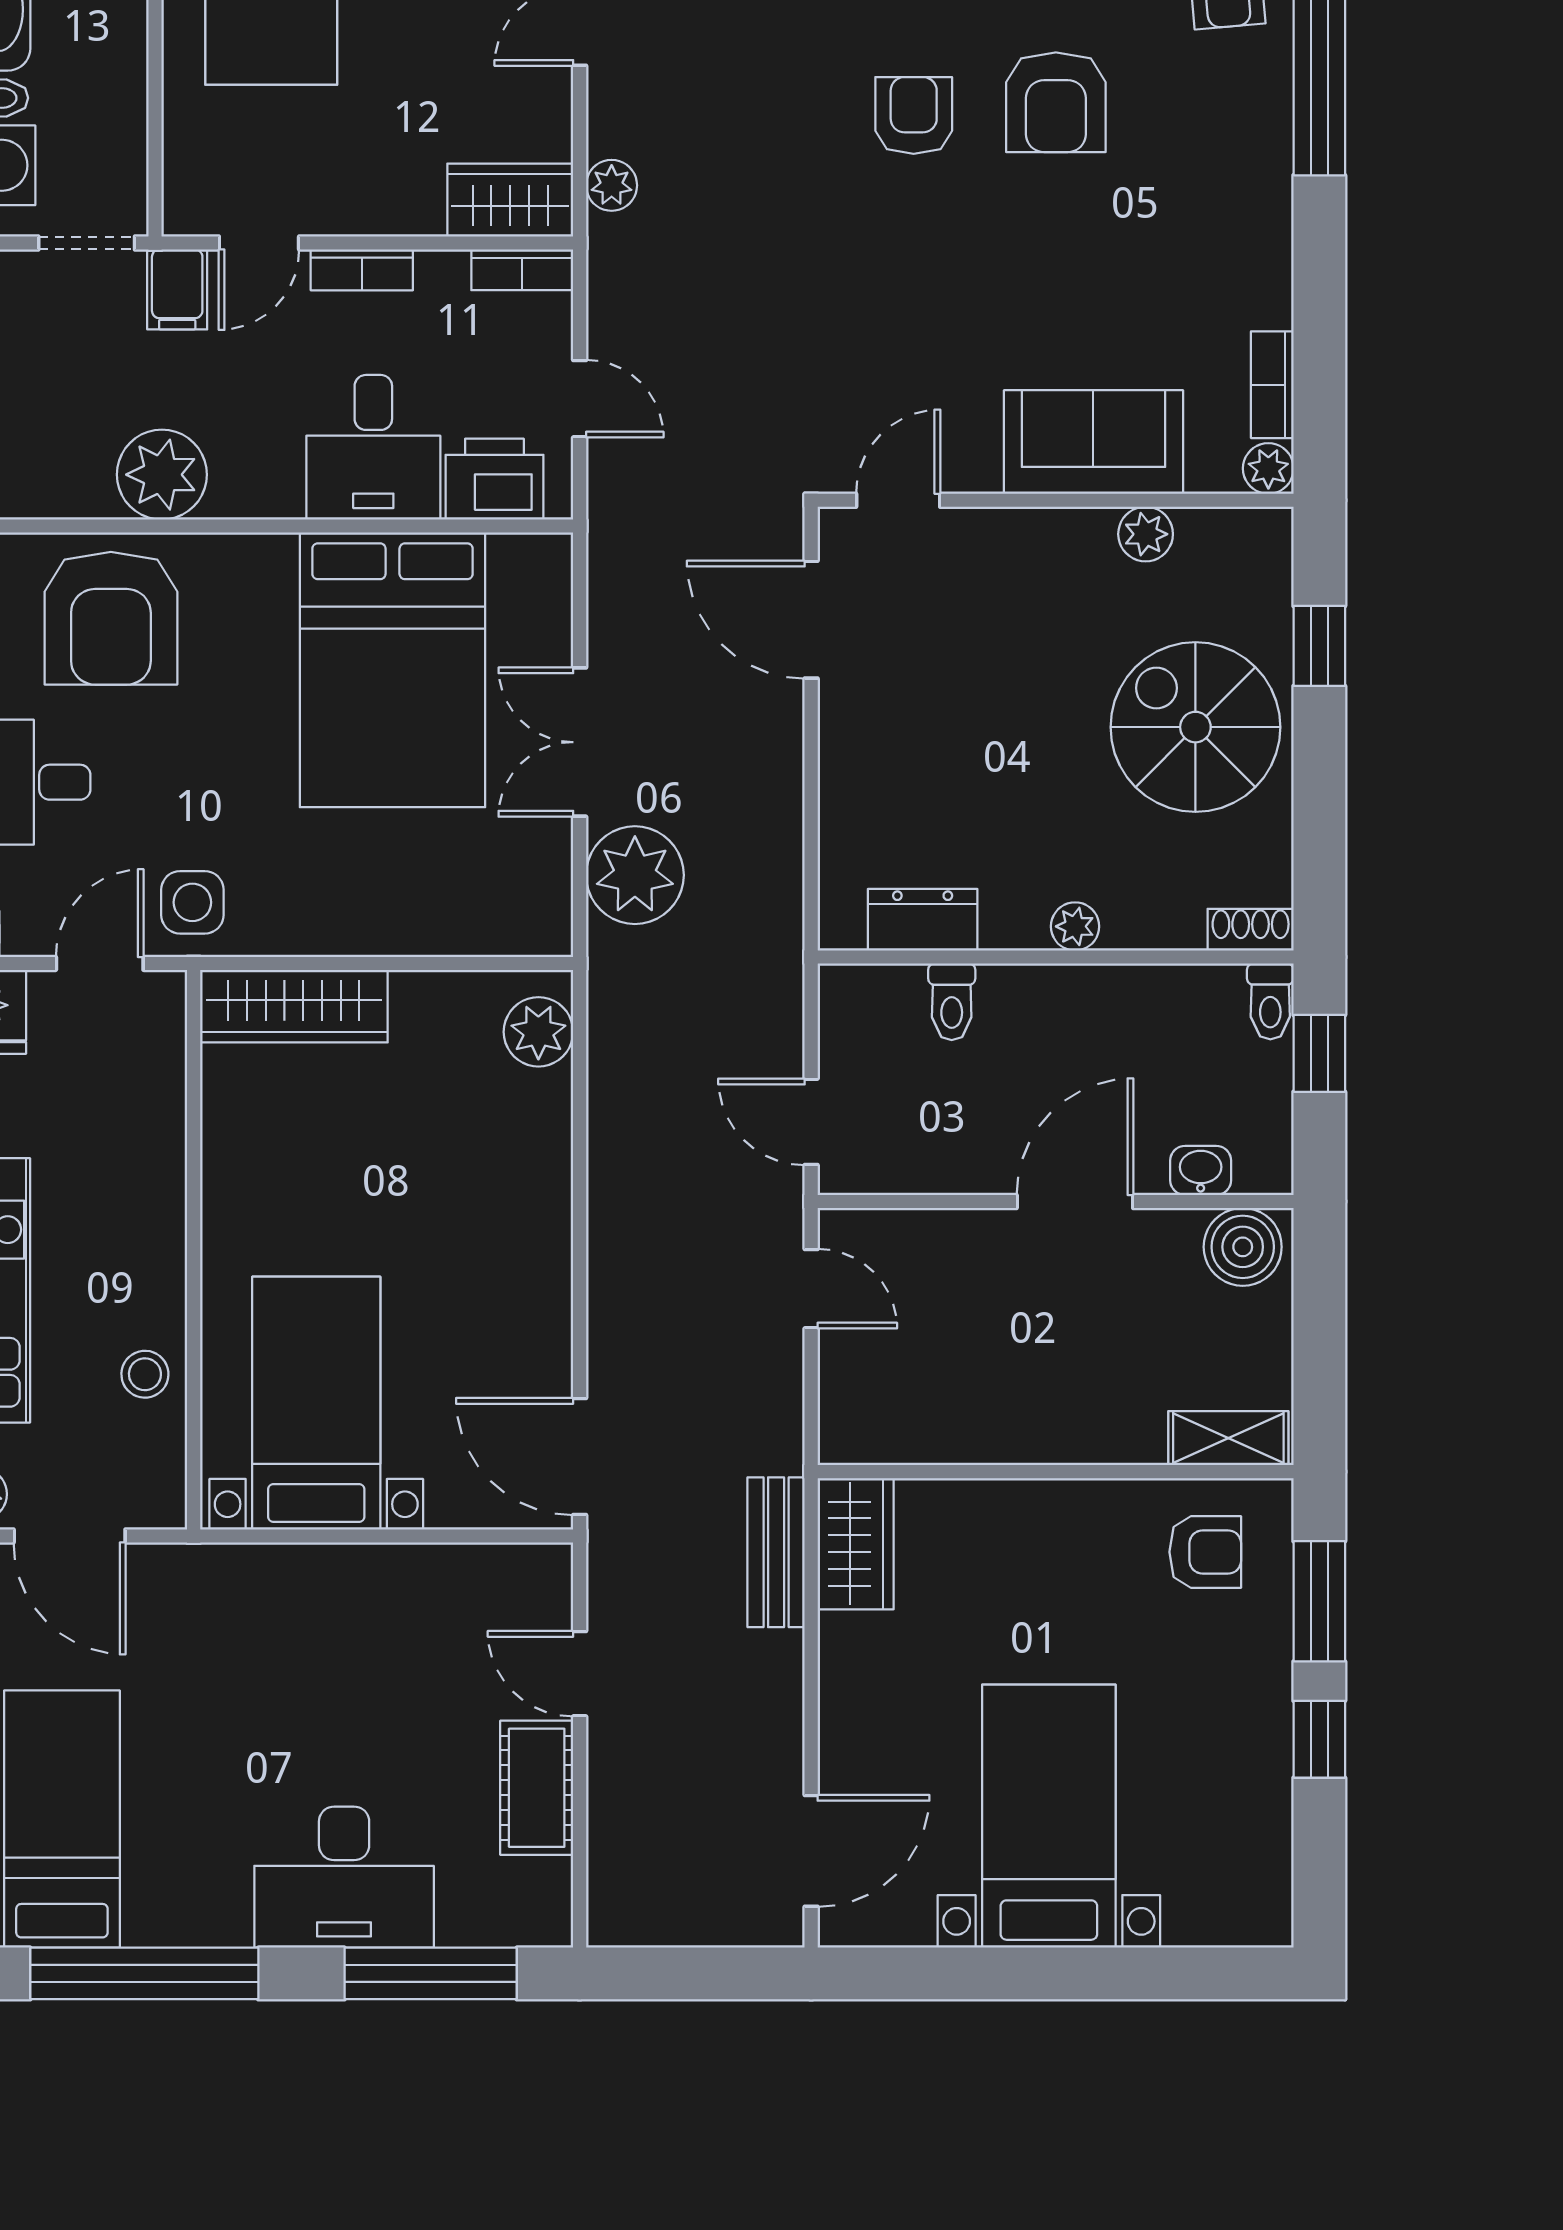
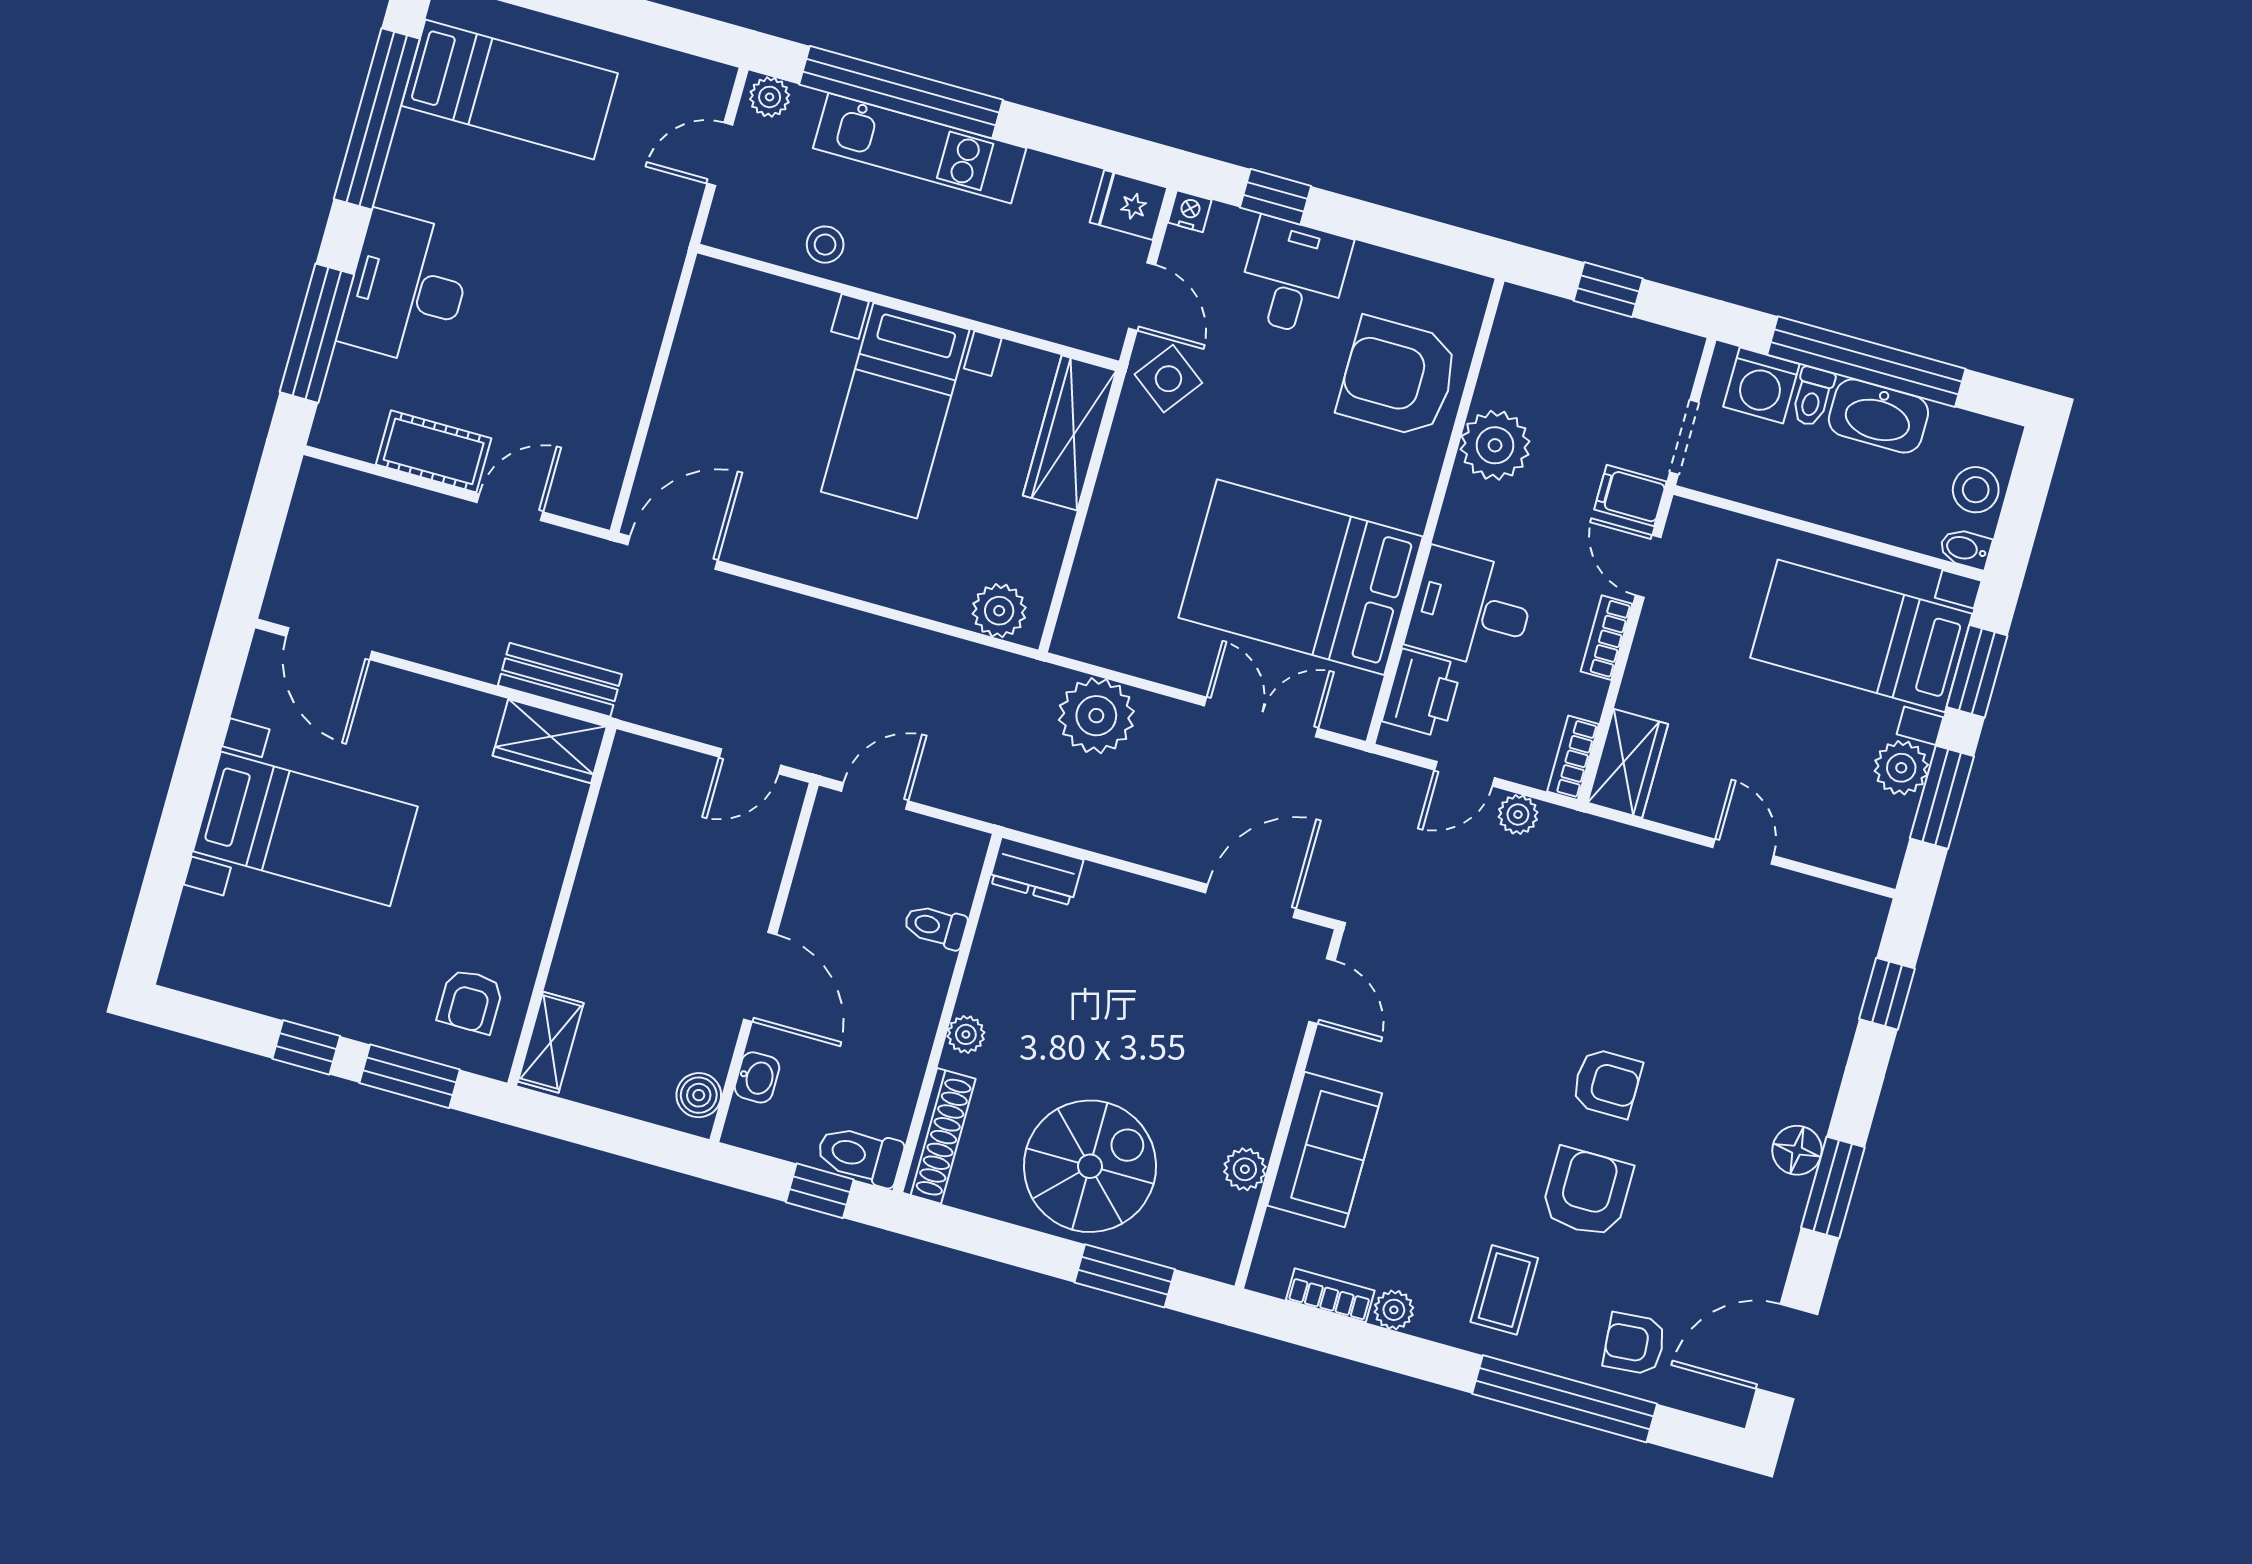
armchair: (1056, 102) -> (1587, 1192), turned 90
coffee table: (1205, 171) -> (1504, 1290), added
plant: (612, 185) -> (1518, 815), moved
plant: (1268, 468) -> (1394, 1310), moved
window: (1319, 646) -> (1125, 1276), width x1.50
double door: (580, 742) -> (1261, 717), moved
side table: (192, 902) -> (1168, 379), turned 37
dresser: (923, 920) -> (1036, 871), moved, turned 90
shoe rack: (1251, 930) -> (939, 1136), width x1.94, depth x1.24
toilet: (1270, 1001) -> (860, 1155), width x1.37, depth x1.39
boiler: (1243, 1247) -> (699, 1095), width x0.73, depth x0.73
bed with nightstands: (316, 1403) -> (895, 411), moved, turned 90
door: (70, 1536) -> (720, 154), width x0.73

